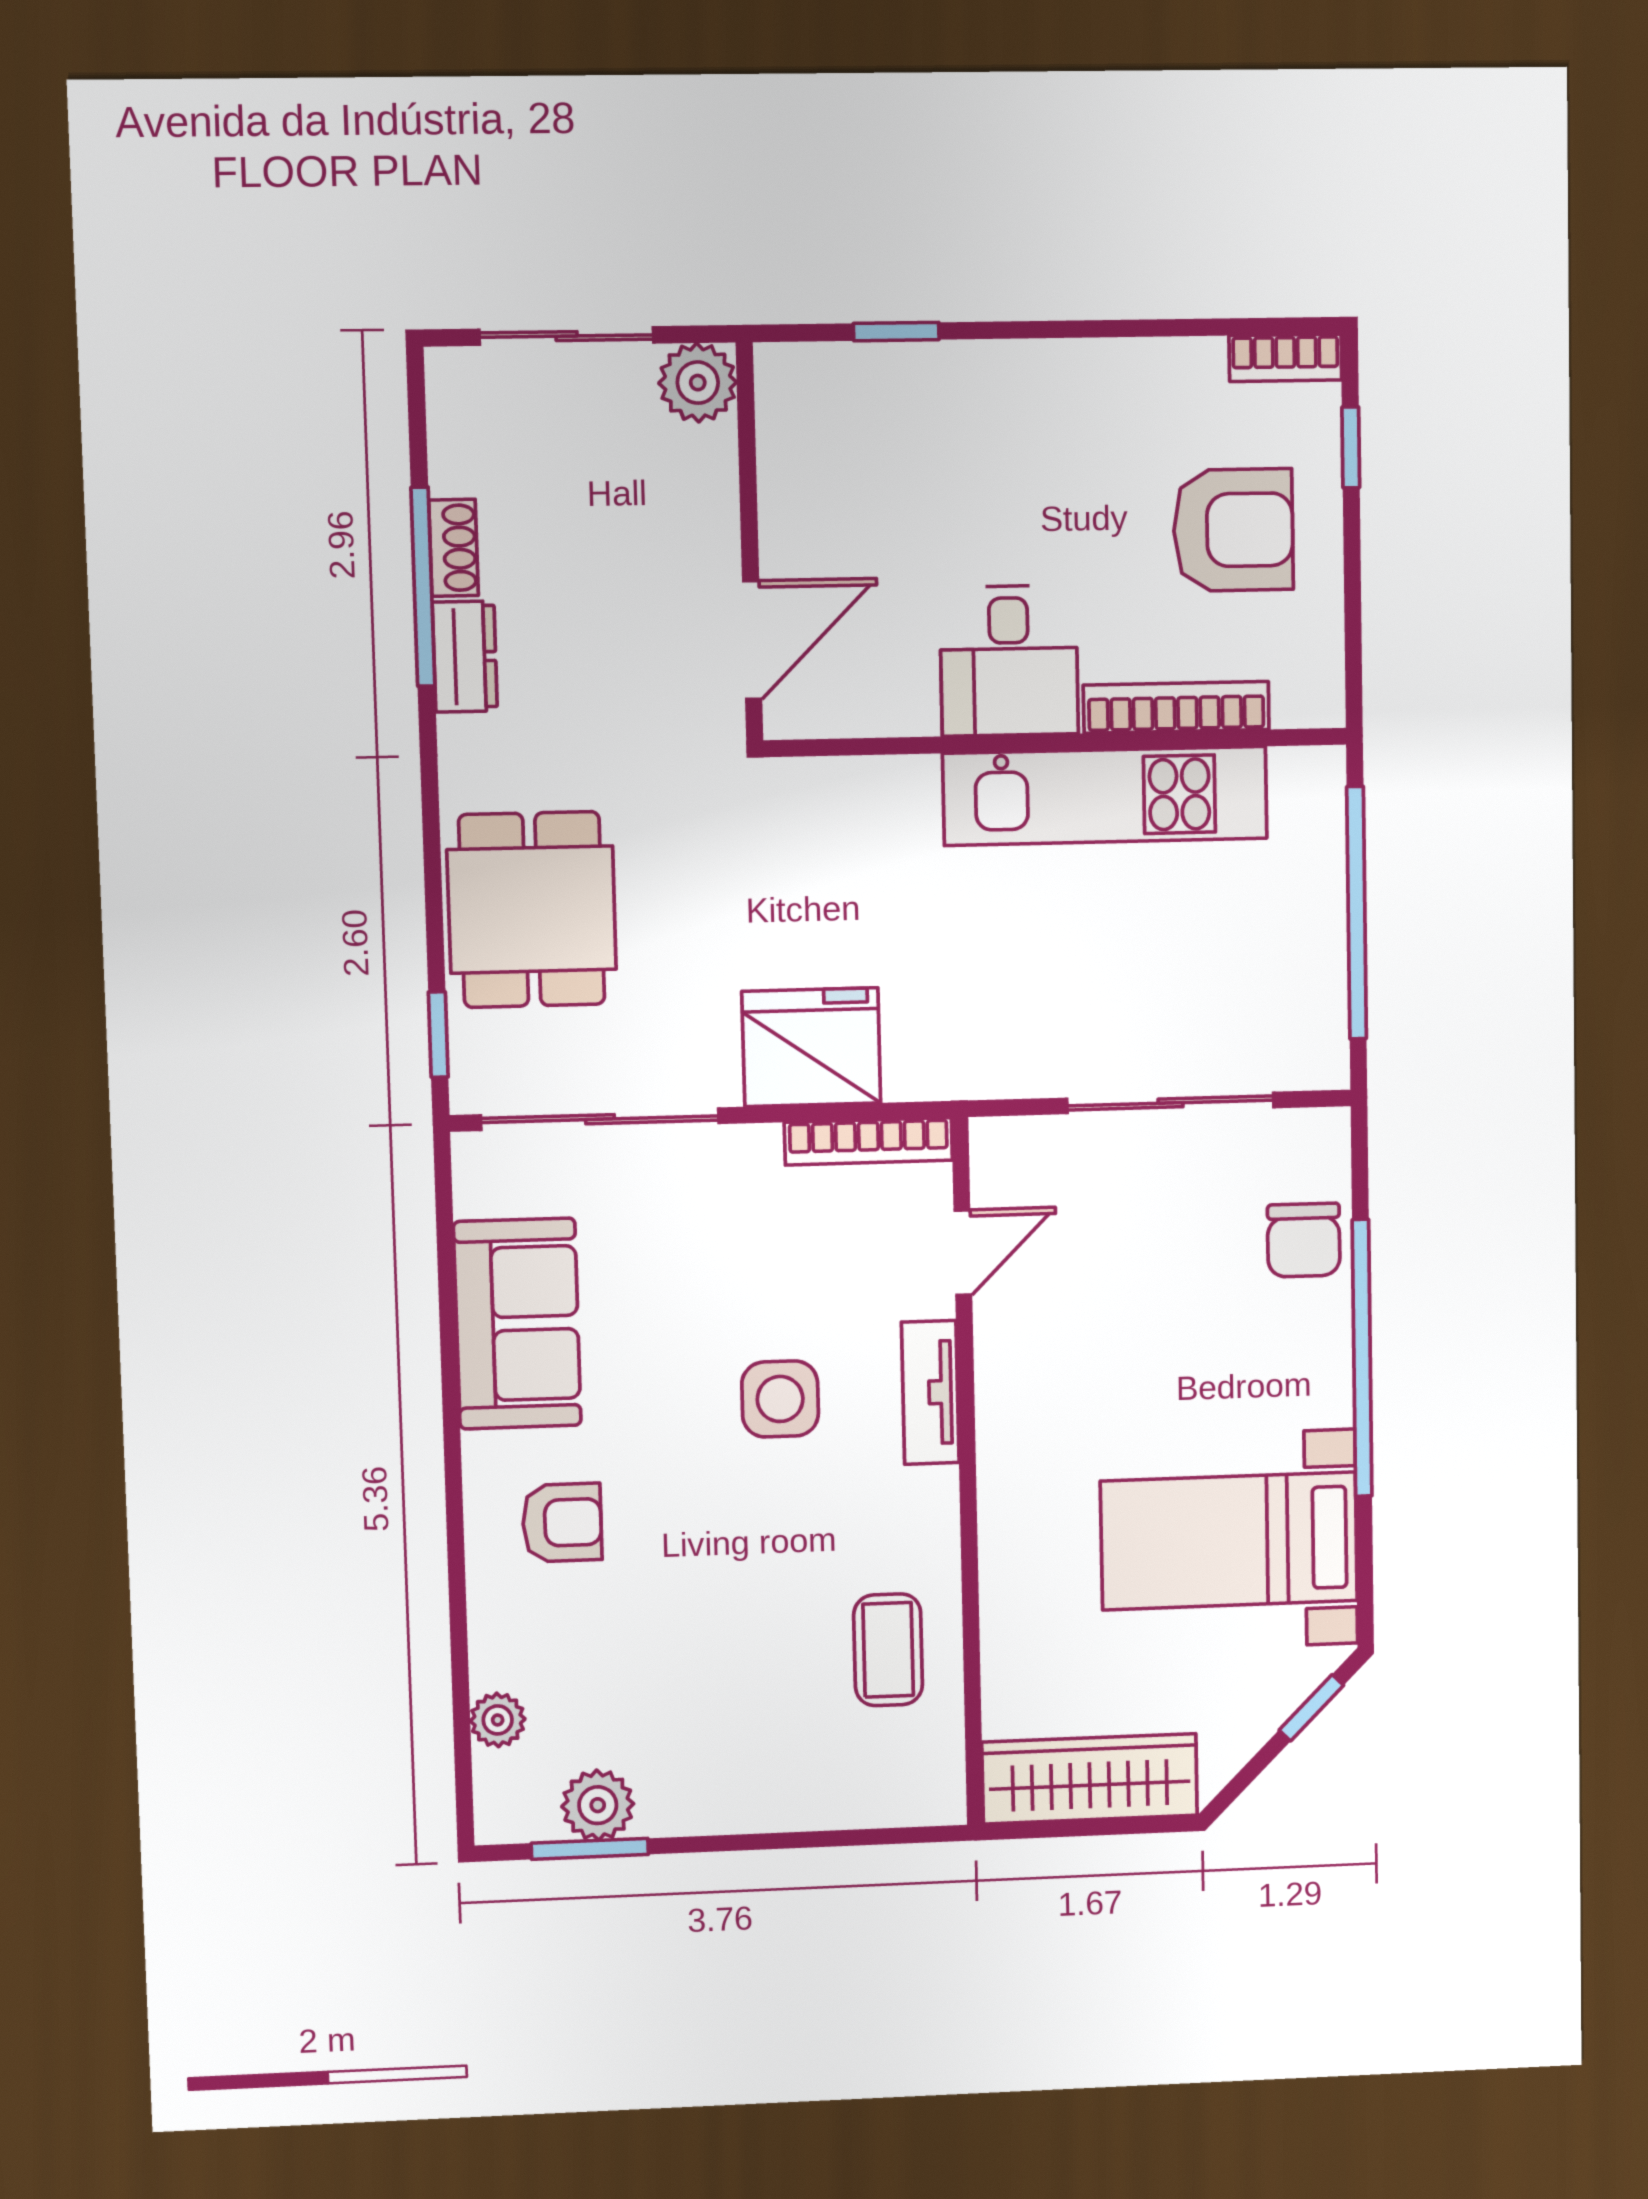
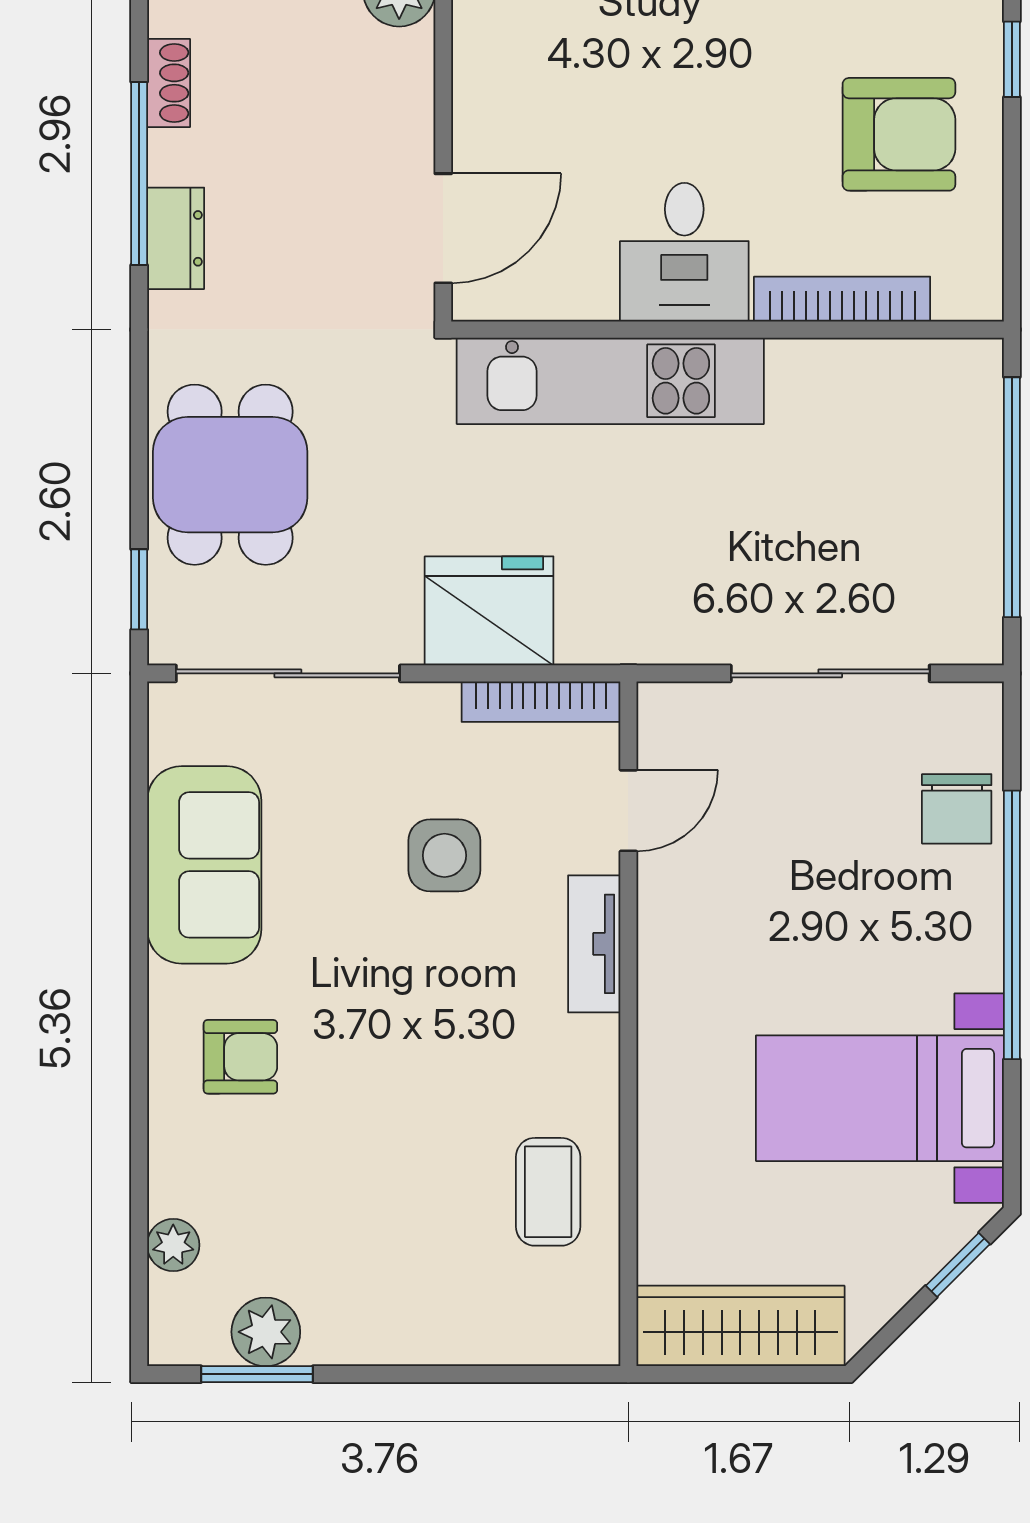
shoe rack: (453, 548) -> (169, 83), moved
kitchen unit: (1105, 796) -> (610, 381), moved
side table: (780, 1399) -> (444, 855), moved

